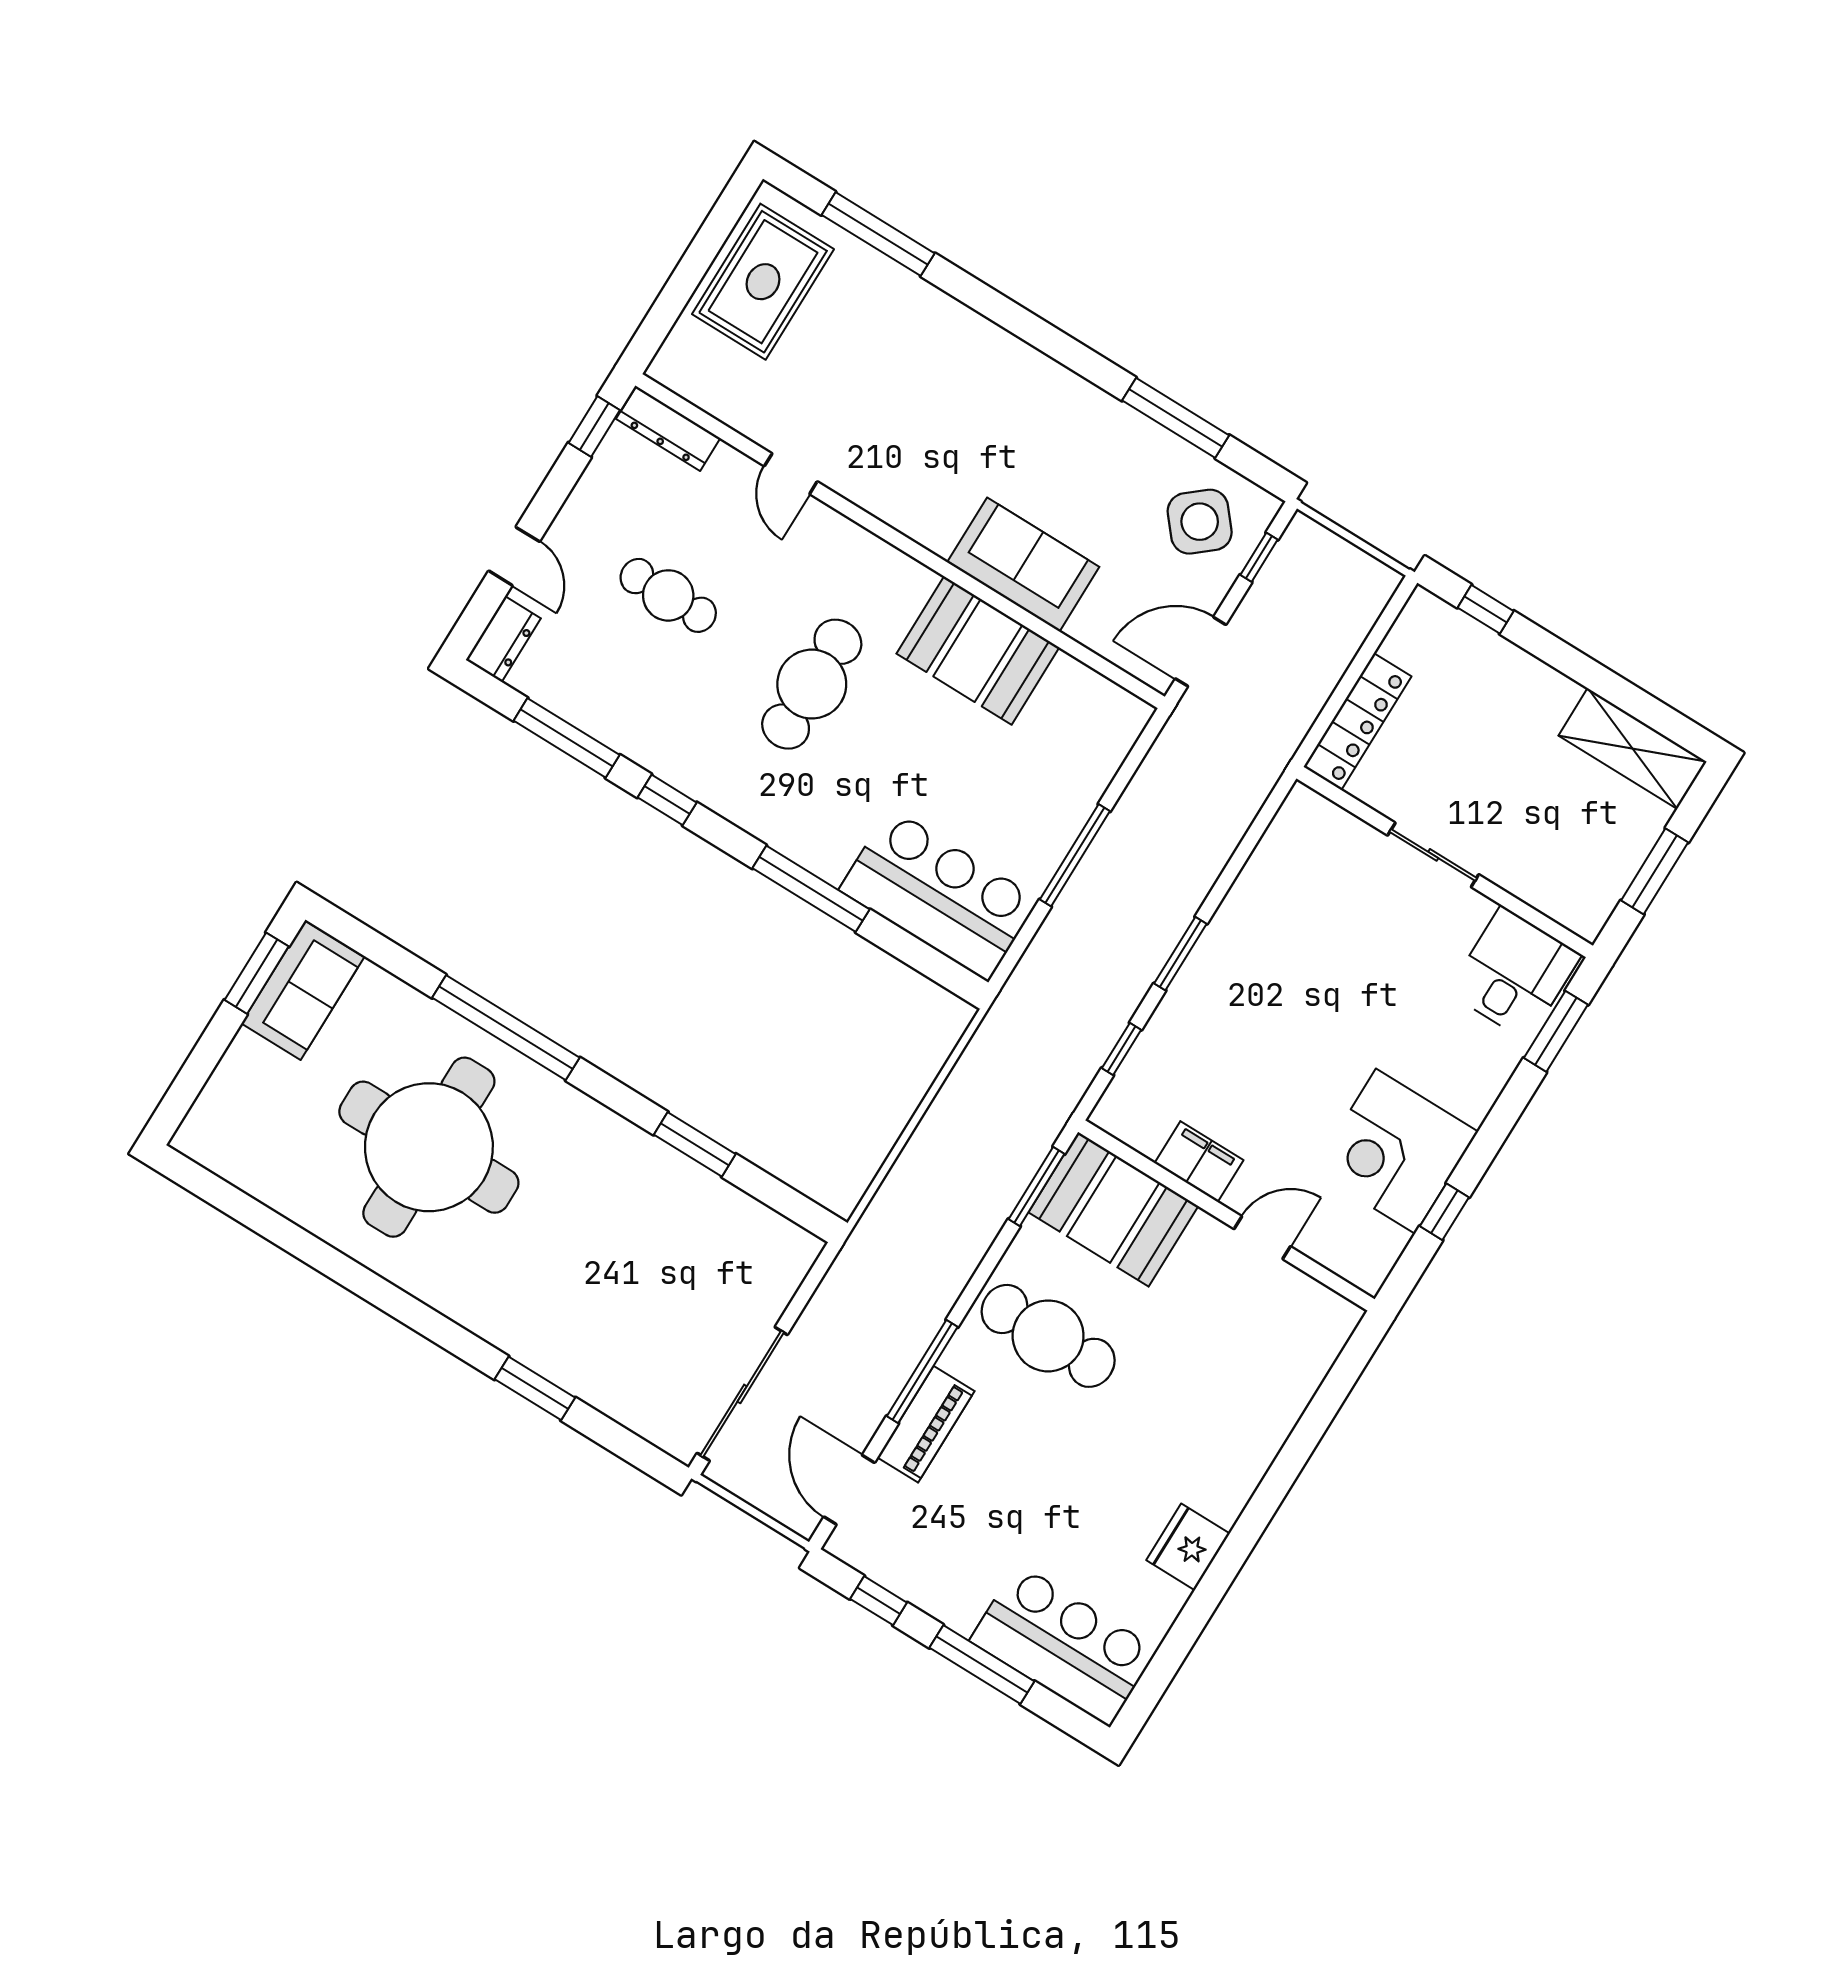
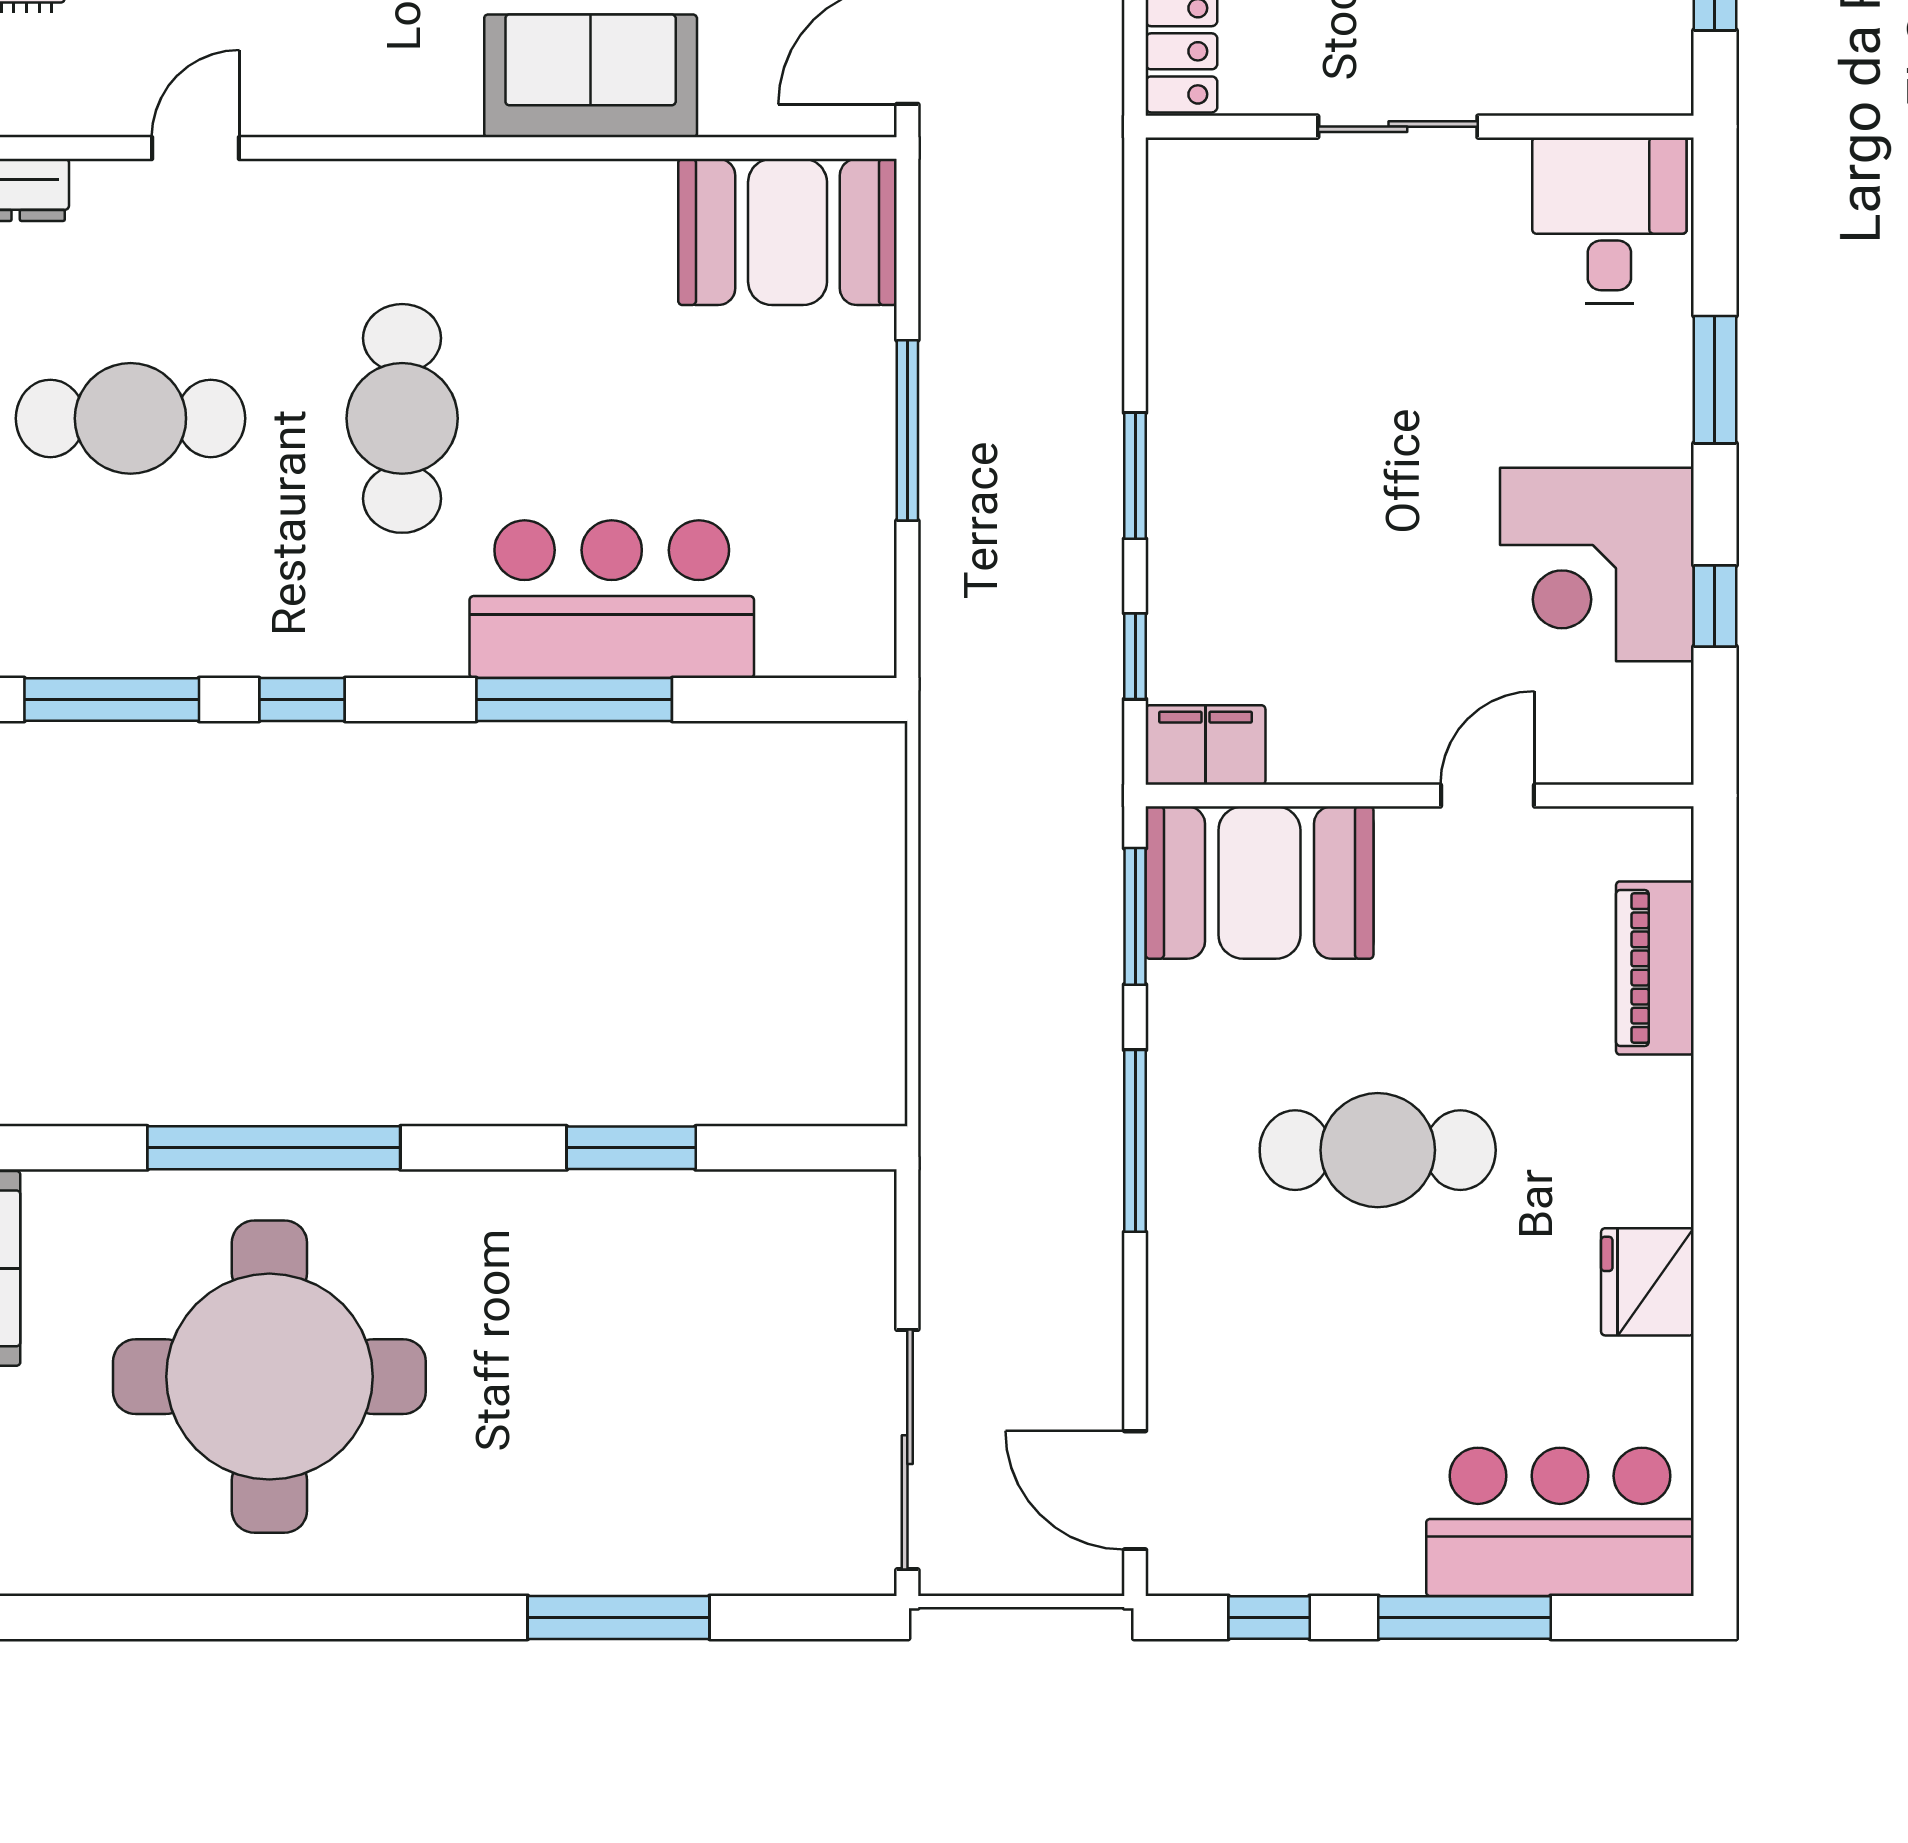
door: (791, 474) -> (196, 148), swing flipped
cafe table: (668, 595) -> (130, 418), width x1.37, depth x1.35
booth: (978, 650) -> (788, 232), moved
bar counter: (939, 895) -> (612, 599), moved
window: (1556, 1031) -> (1715, 380), moved
filing cabinet: (1199, 1162) -> (1205, 745), moved
cafe table: (1048, 1336) -> (1378, 1150), moved
window: (922, 1372) -> (1135, 1141), moved
window: (535, 1388) -> (619, 1617), width x1.44
piano: (926, 1424) -> (1655, 968), moved, turned 180

